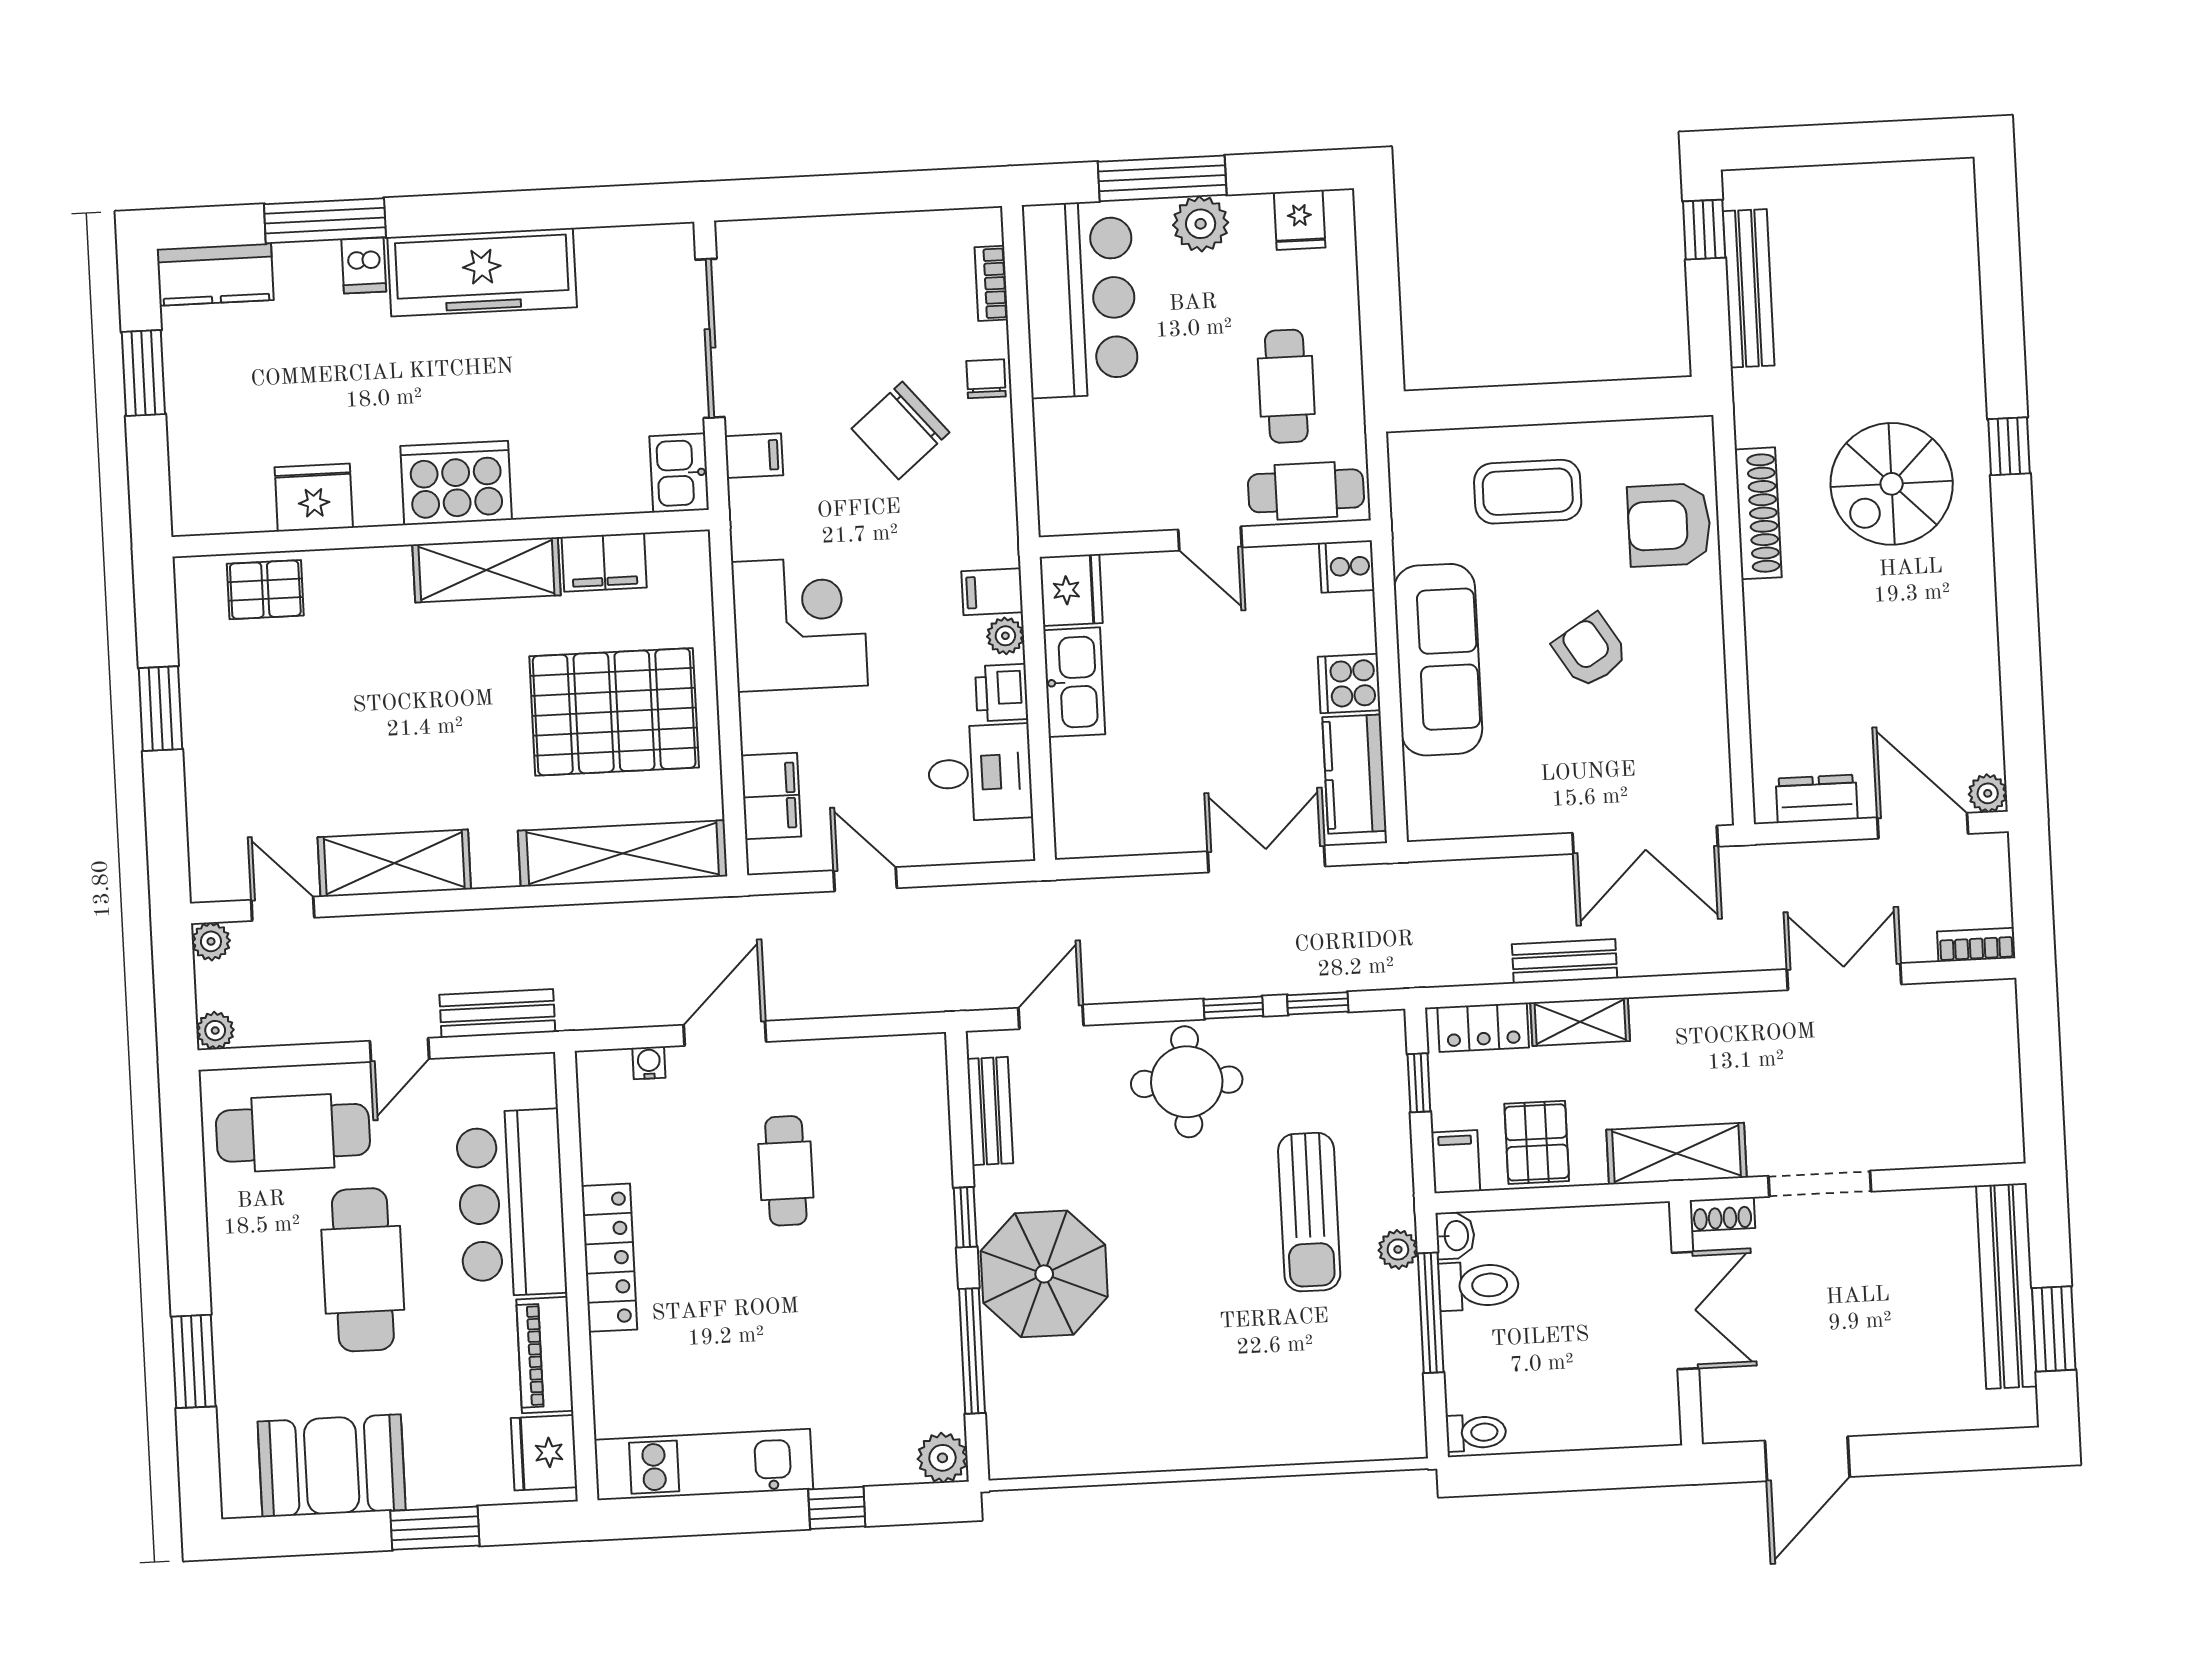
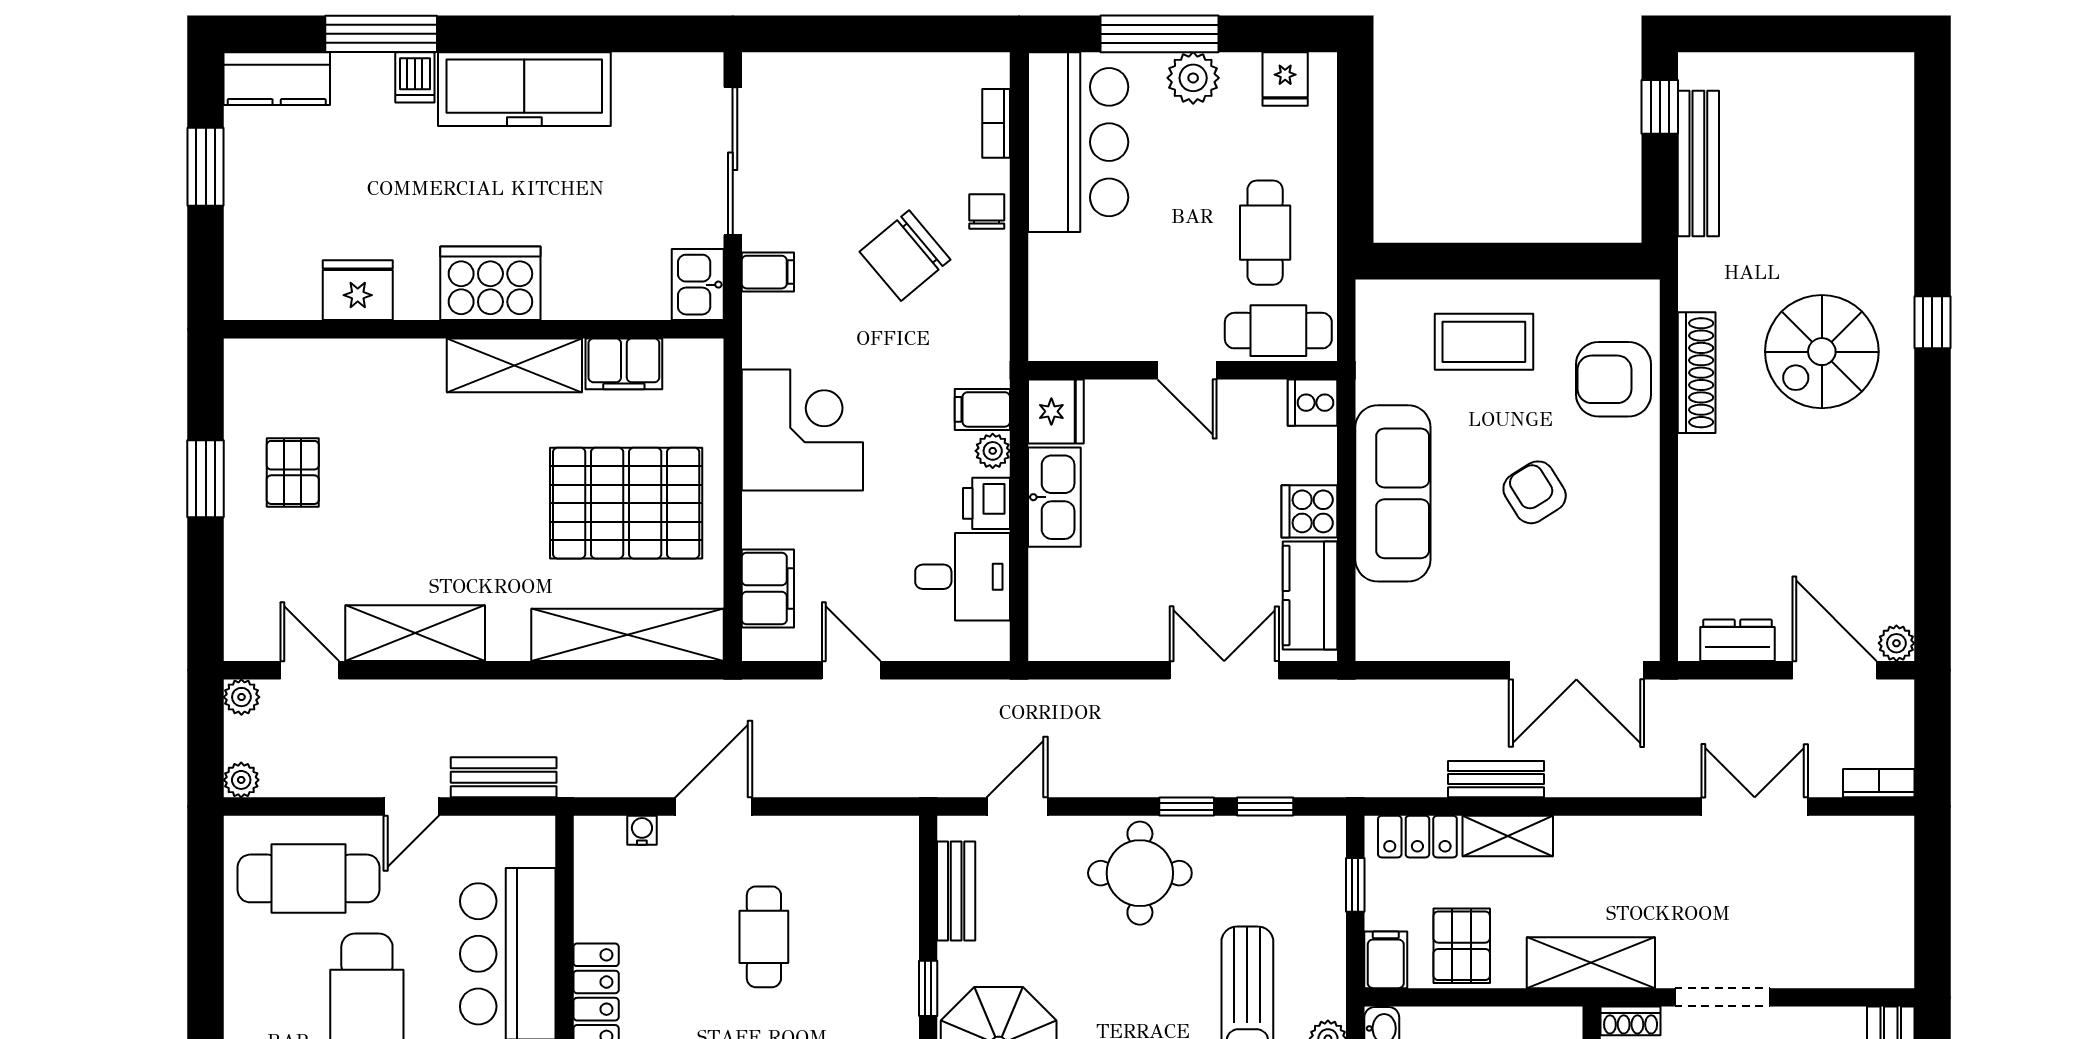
pallet: (265, 590) -> (293, 472), moved, turned 90

